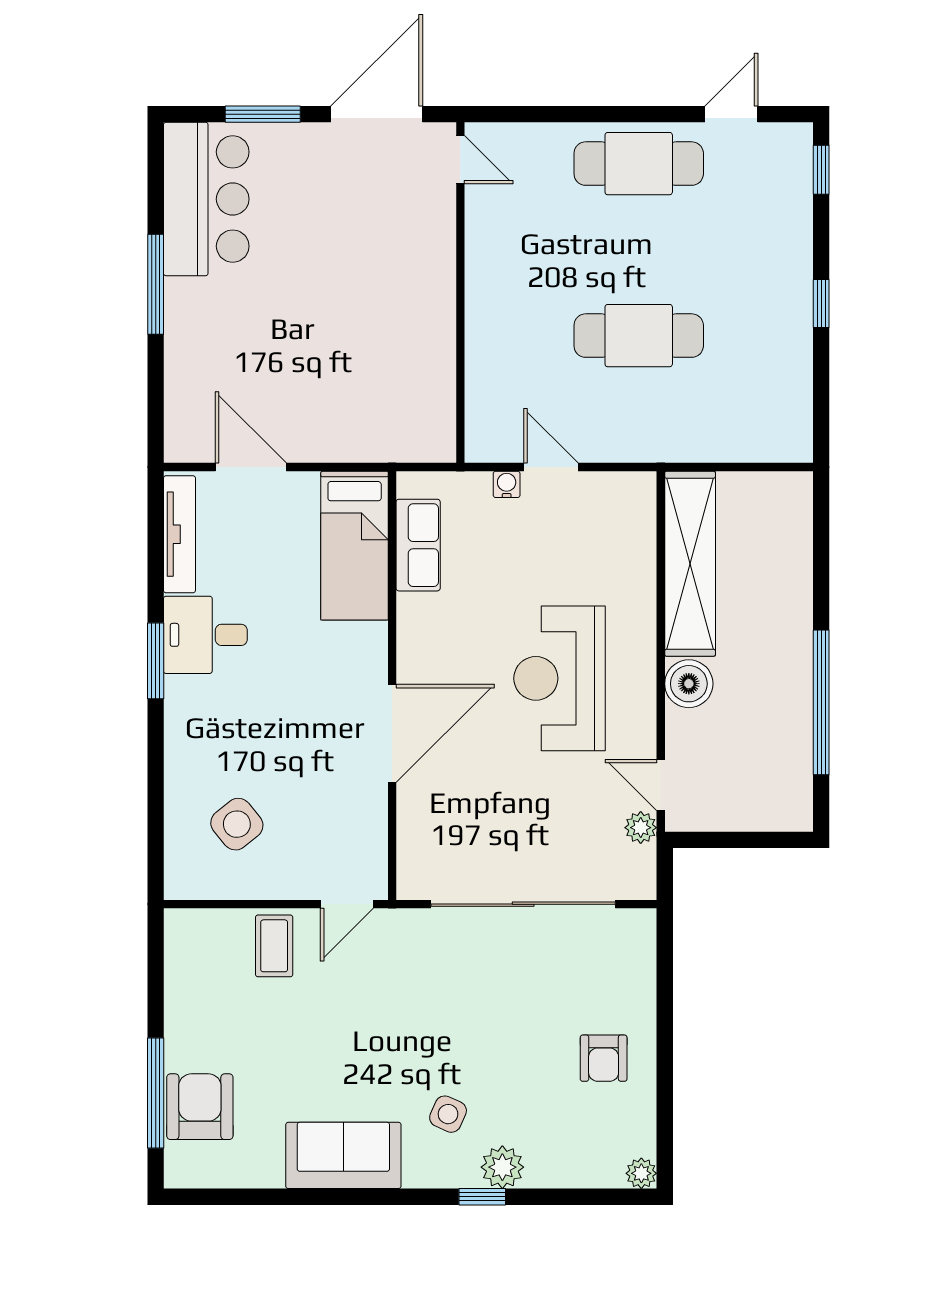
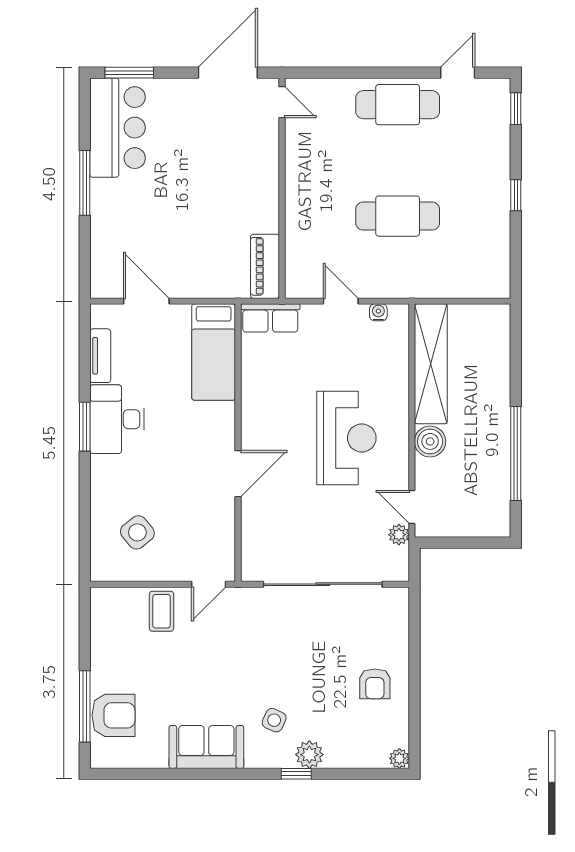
window: (263, 114) -> (129, 73), moved
piano: (434, 413) -> (265, 266), added
water cooler: (507, 484) -> (378, 312), moved
tv unit: (179, 534) -> (100, 356), width x0.71
row of seats: (418, 545) -> (270, 318), moved, turned 90
desk: (205, 635) -> (117, 419), width x1.37
reception desk: (560, 678) -> (346, 438), turned 180
door: (392, 733) -> (238, 474), width x0.73
armchair: (200, 1107) -> (113, 715), turned 90

